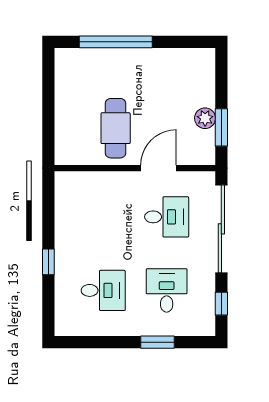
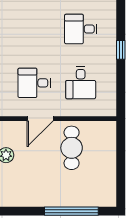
desk: (167, 290) -> (81, 83), moved

